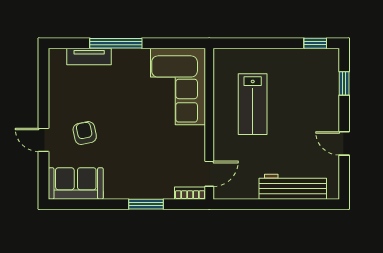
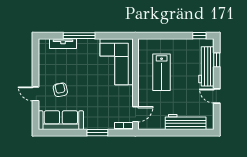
workbench: (327, 94) -> (206, 66), added
sofa: (76, 183) -> (61, 120), width x1.36

